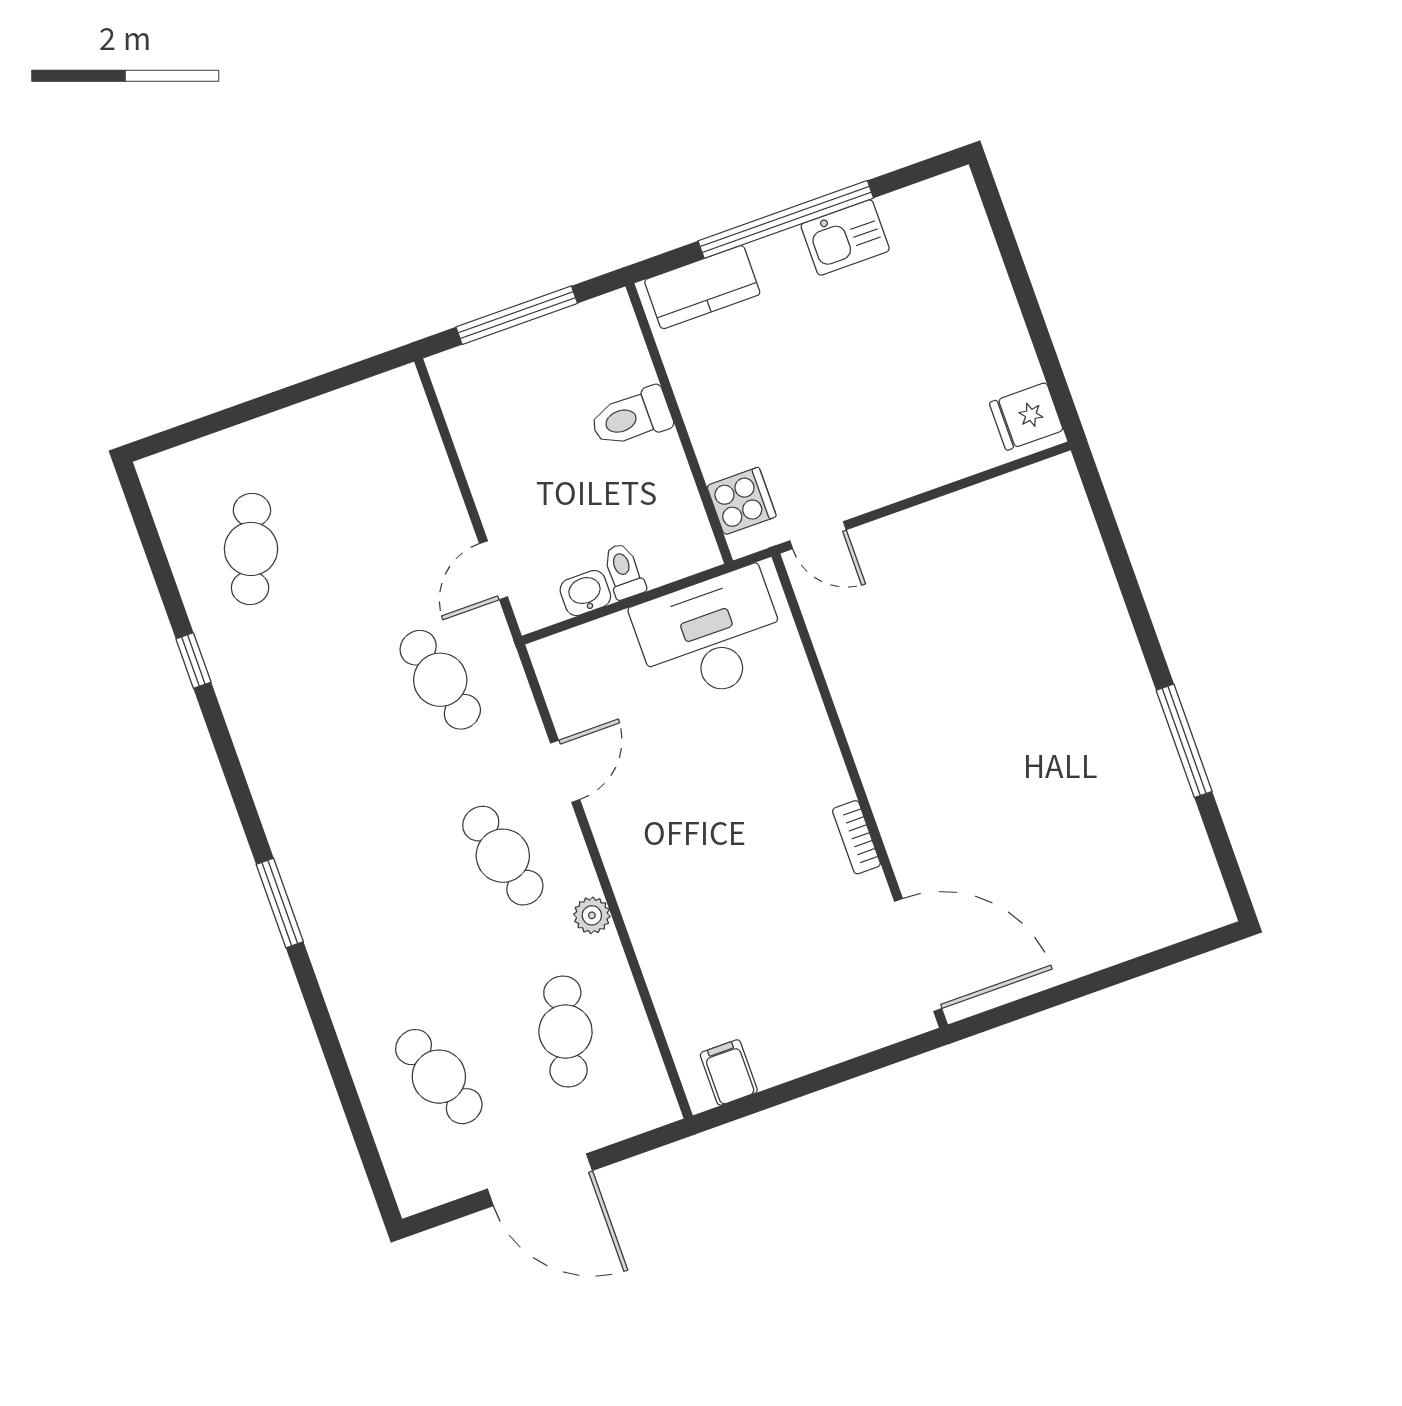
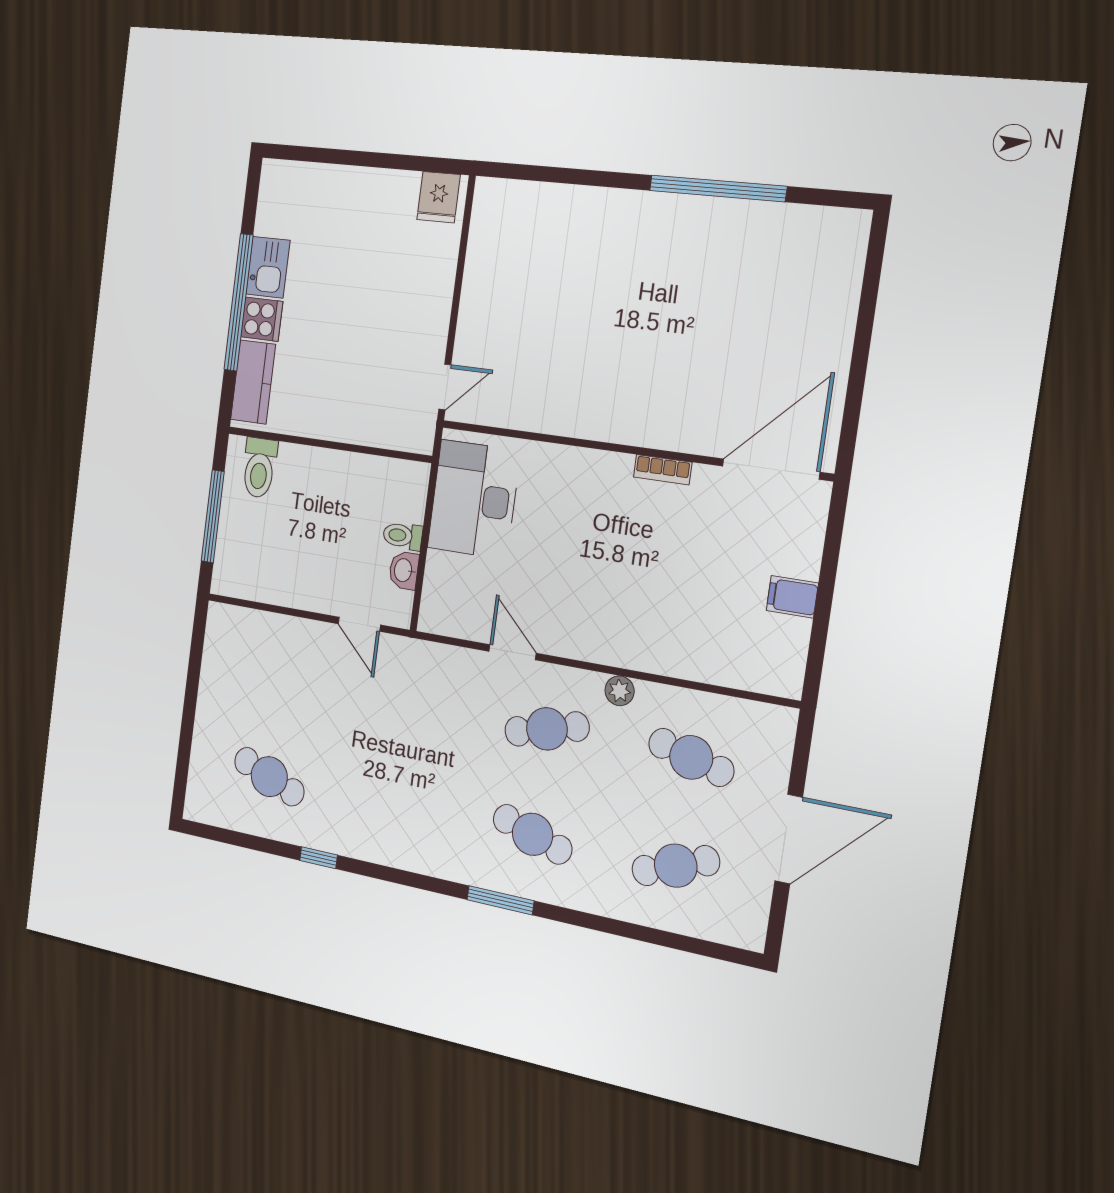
toilet: (631, 417) -> (259, 468), moved
cooker: (742, 501) -> (262, 319), moved, turned 90
cafe table: (440, 680) -> (532, 834), moved, turned 33
window: (1184, 741) -> (718, 188), width x1.46
filing cabinet: (729, 1072) -> (792, 597), moved

